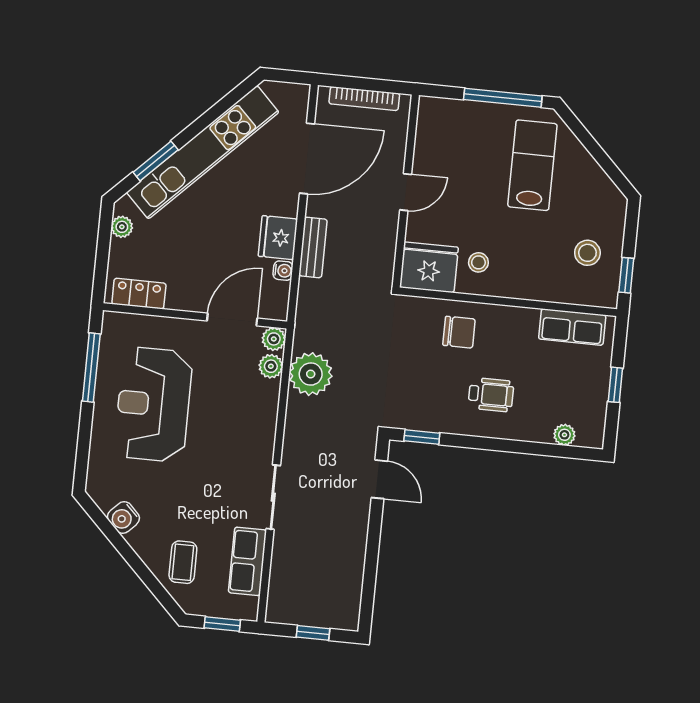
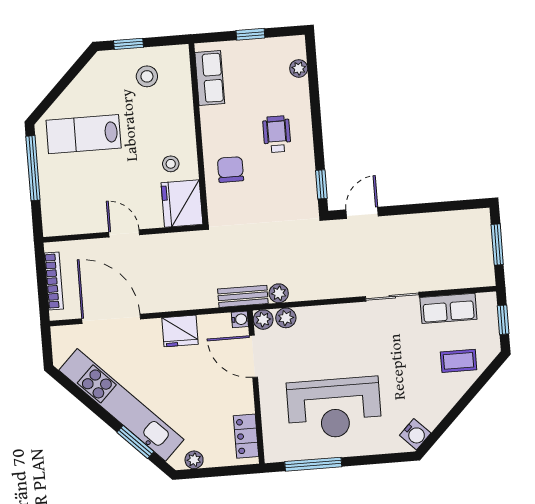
bench: (313, 247) -> (243, 296), moved
water cooler: (283, 271) -> (240, 319), moved, turned 90
window: (626, 275) -> (129, 44), moved
plant: (311, 374) -> (279, 293), width x0.53, depth x0.53
water cooler: (123, 518) -> (415, 434), moved
window: (313, 633) -> (497, 244), width x1.50

